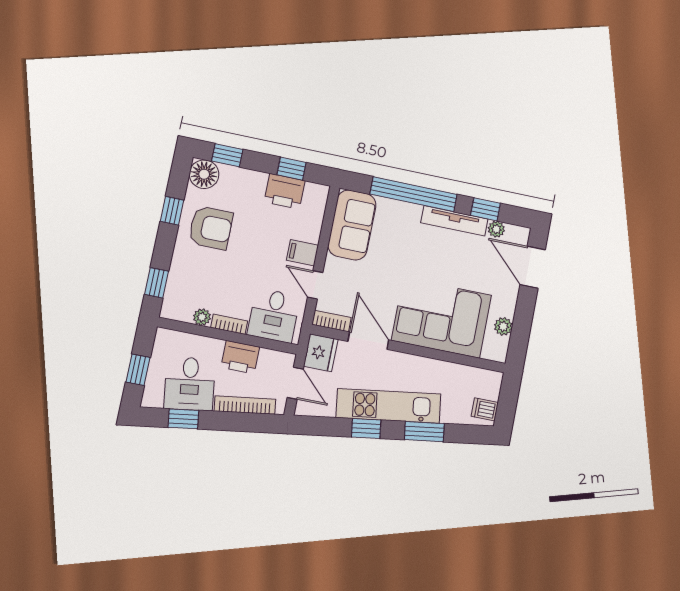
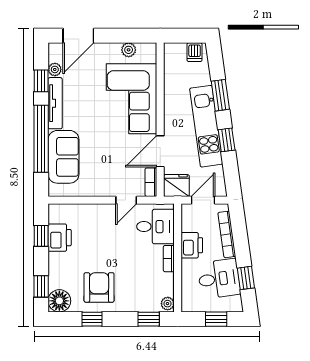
sofa: (352, 225) -> (63, 157), moved, turned 90
filing cabinet: (302, 253) -> (104, 215), removed
plant: (202, 317) -> (168, 304), moved

